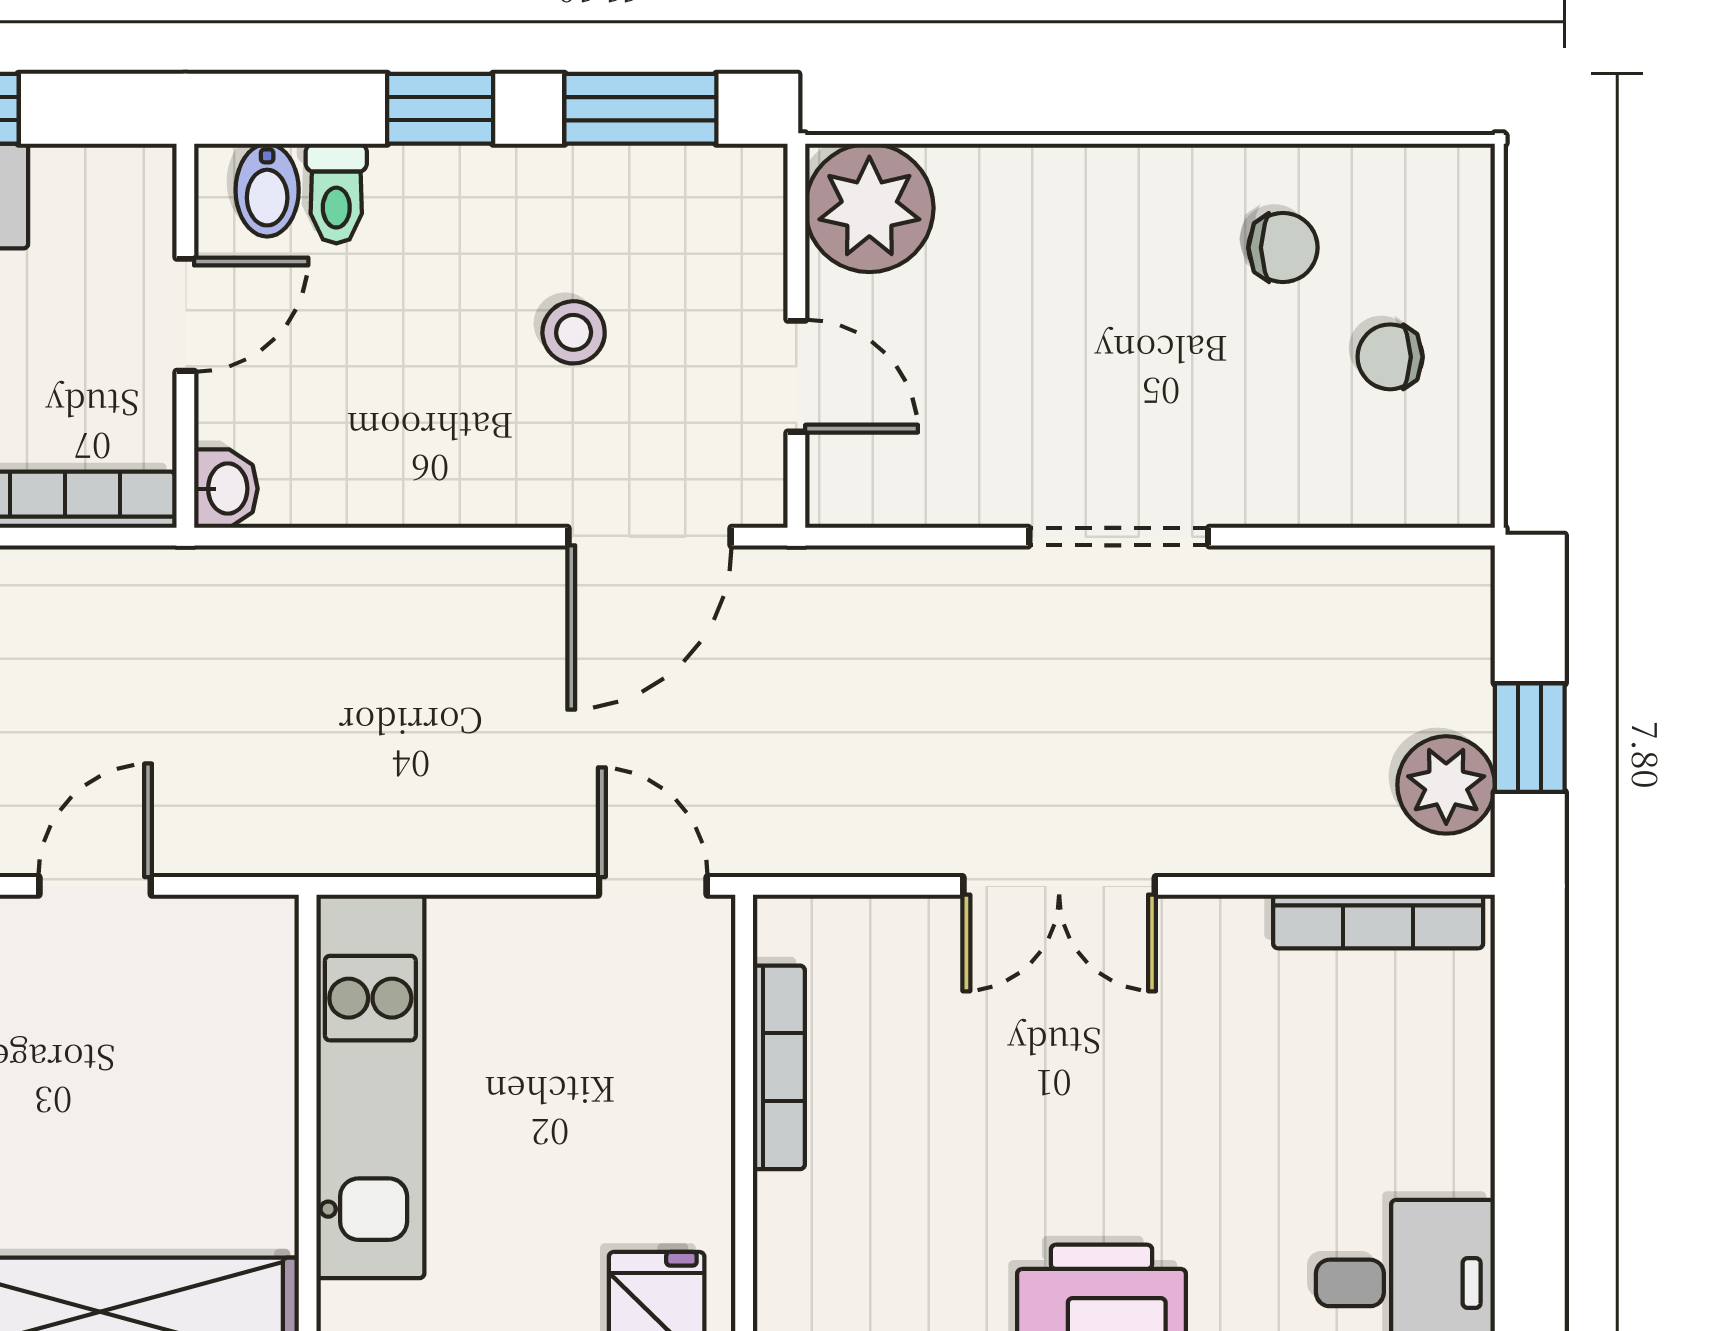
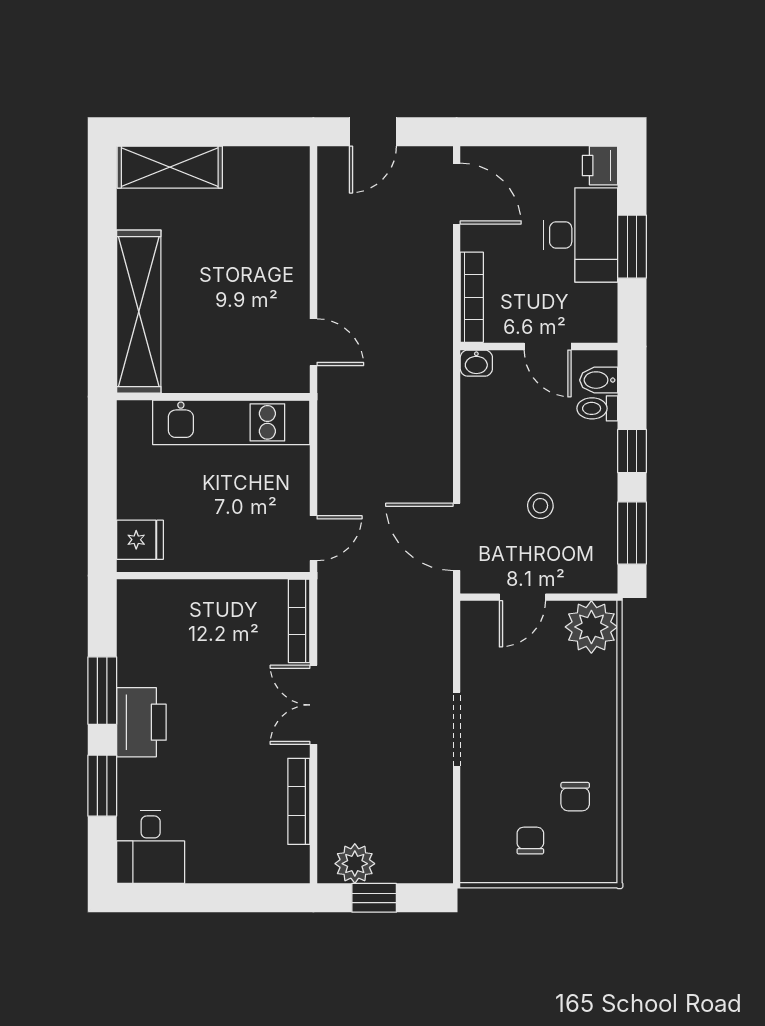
door: (95, 886) -> (313, 342), moved
bookcase: (1378, 921) -> (299, 801), moved
bookcase: (779, 1067) -> (299, 621), moved, turned 90

